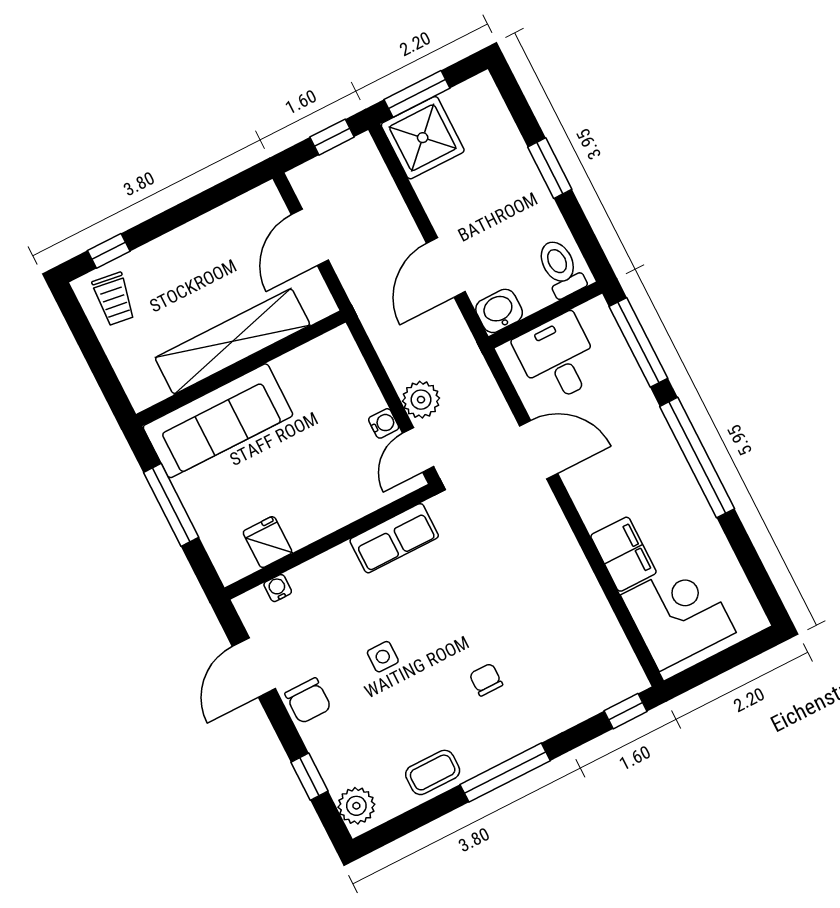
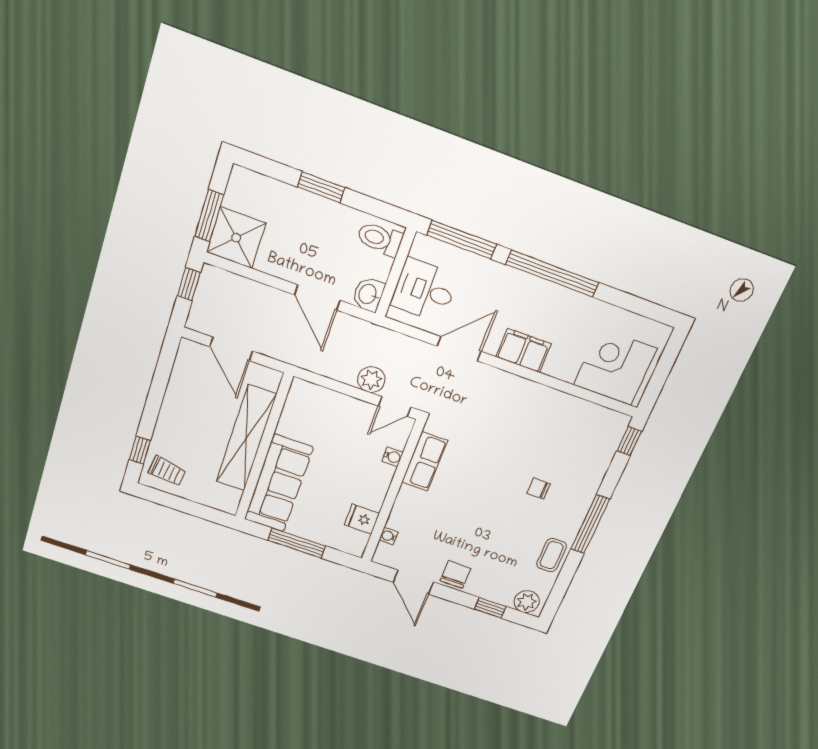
water cooler: (384, 423) -> (393, 457), moved, turned 90
door: (418, 450) -> (395, 407), hinge flipped
filing cabinet: (623, 554) -> (524, 350), moved
side table: (383, 657) -> (474, 523), removed
chair: (308, 701) -> (456, 575), turned -90

